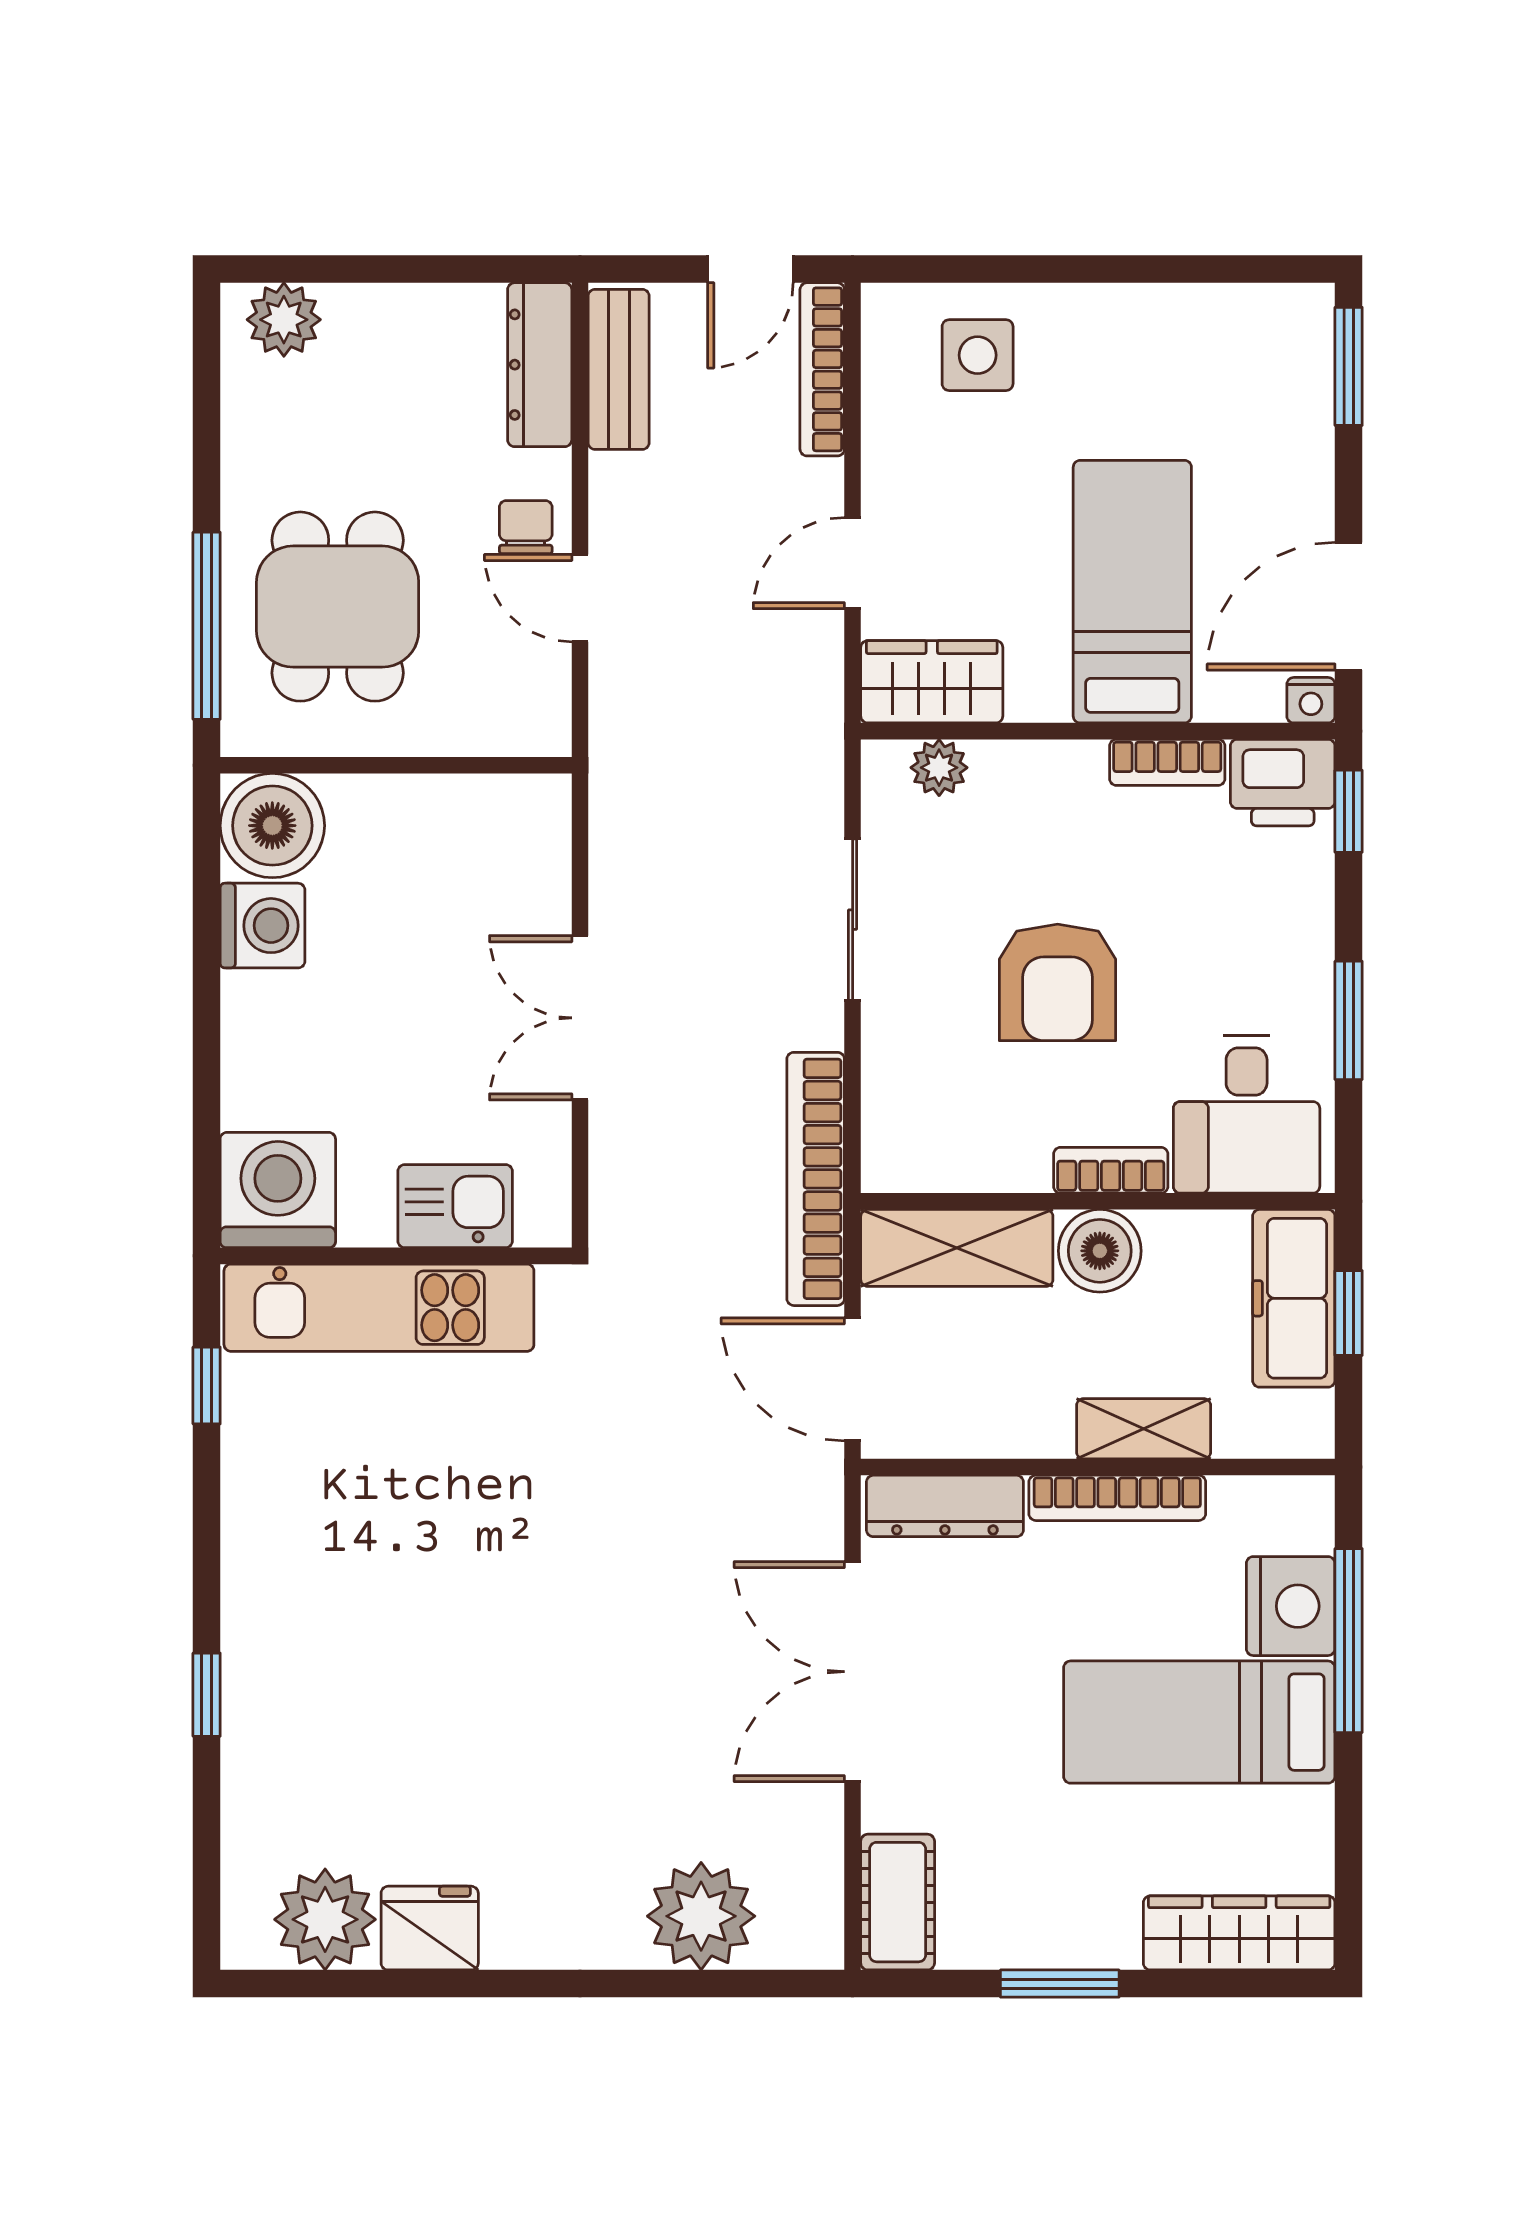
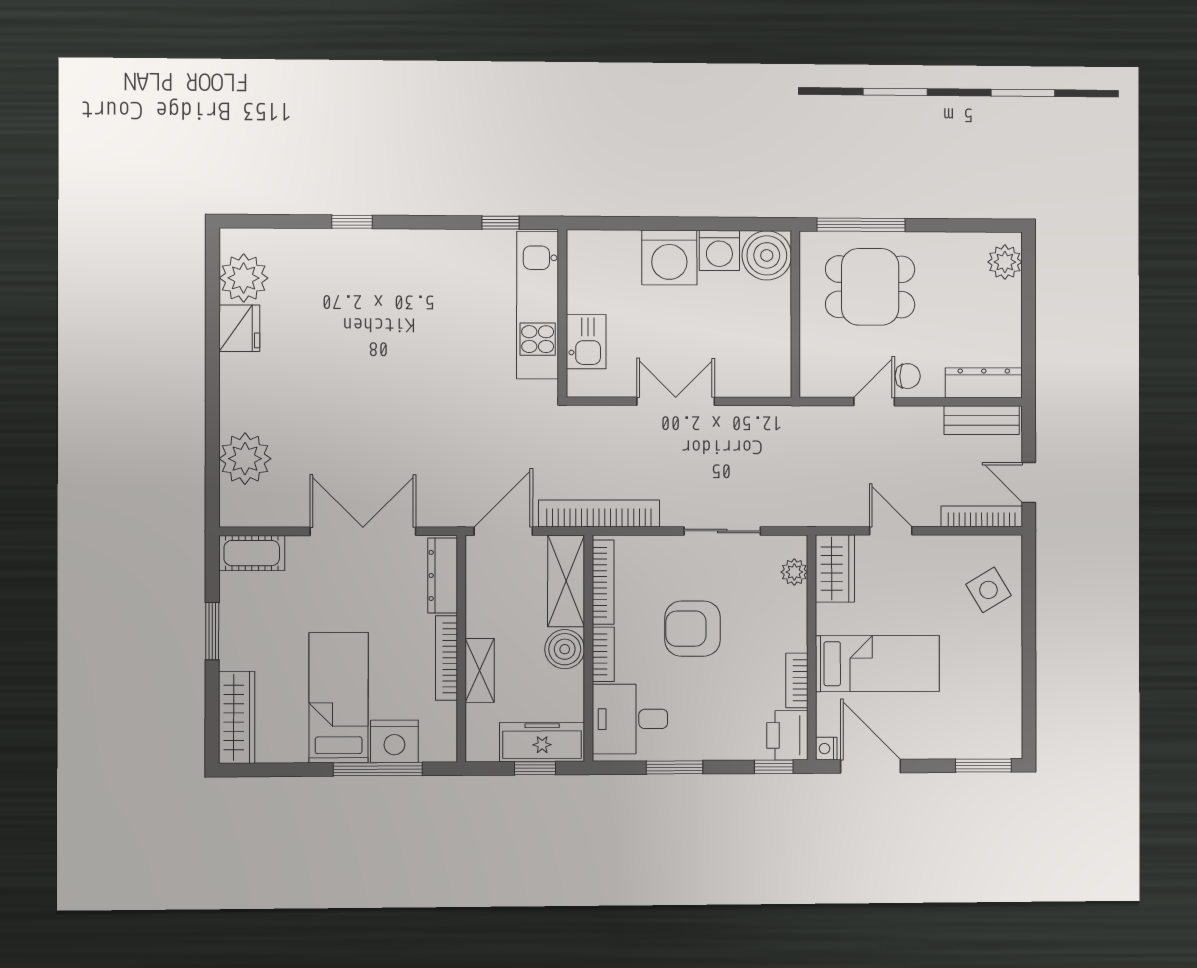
side table: (978, 355) -> (988, 590), turned -31
bookcase: (959, 1170) -> (603, 582), added
washing machine: (278, 1190) -> (669, 258), moved, turned 90

